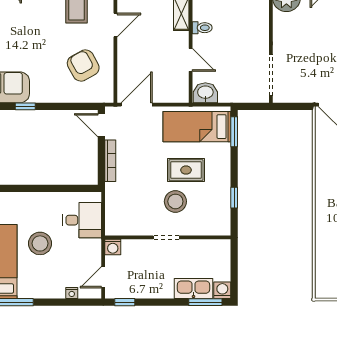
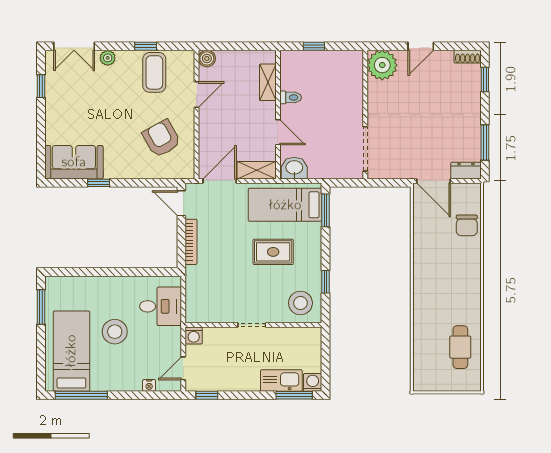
shelving: (171, 95) -> (257, 170), added
stool: (175, 201) -> (300, 303), moved

